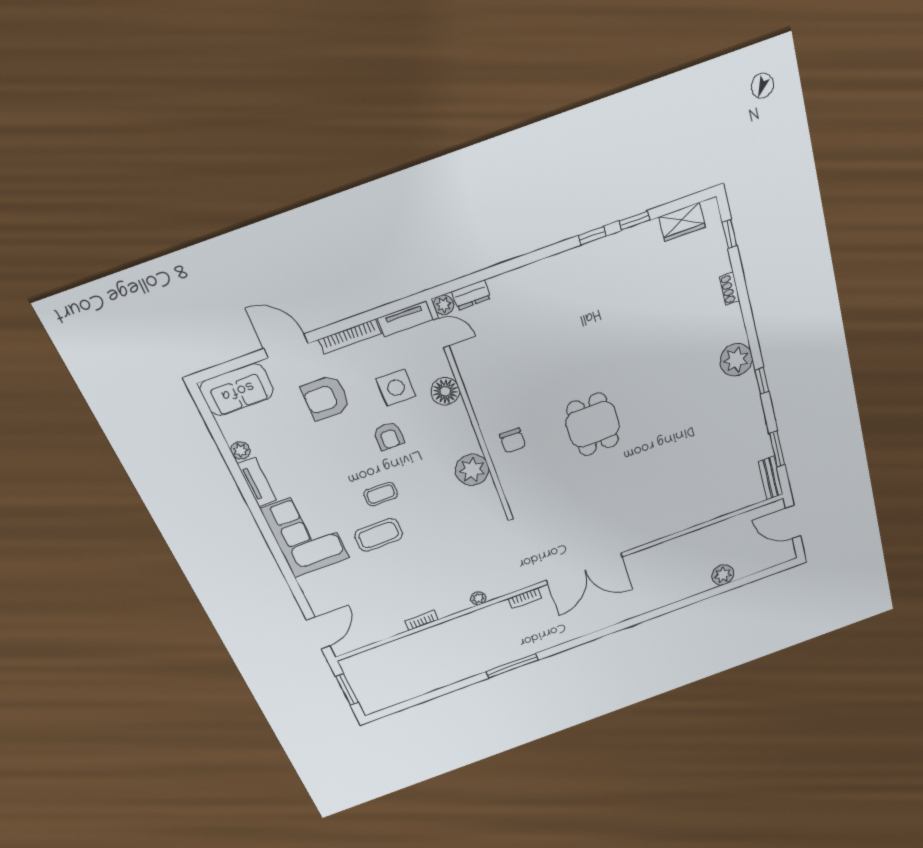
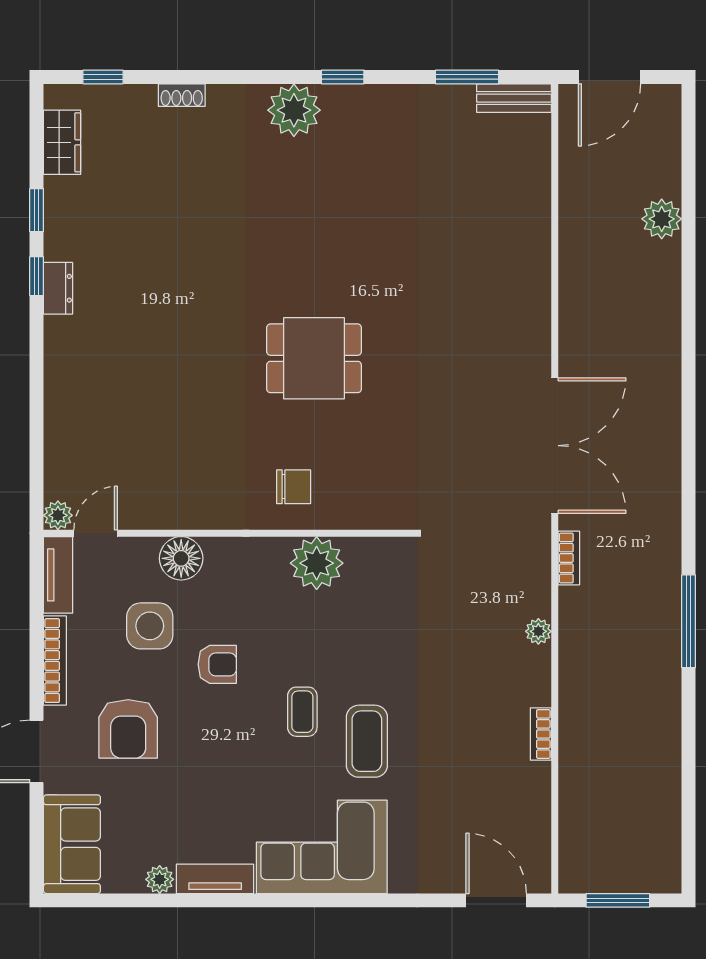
dresser: (471, 295) -> (58, 288), moved

